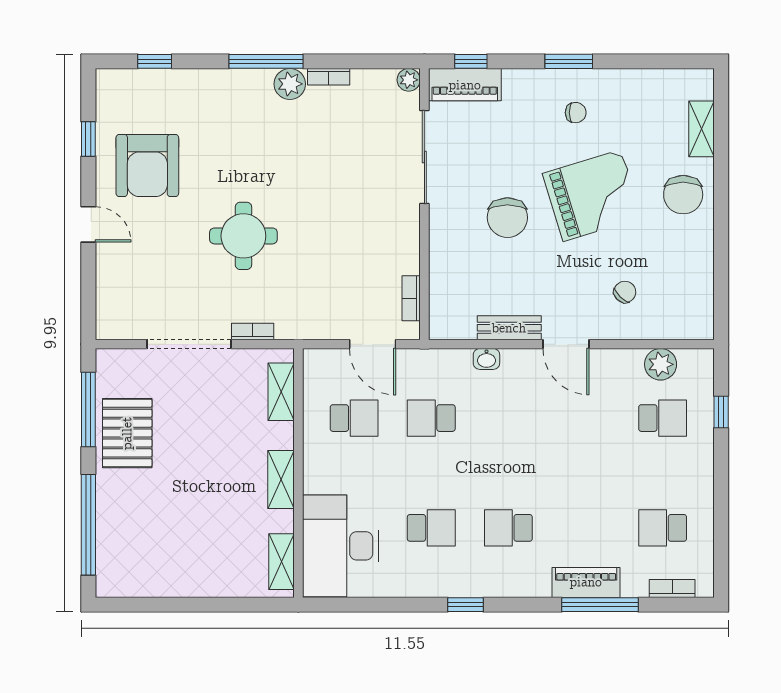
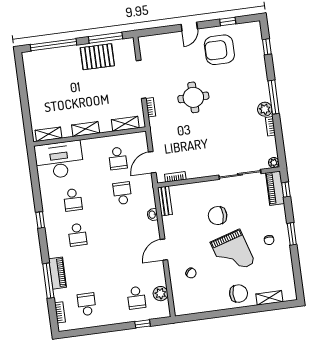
chair: (683, 195) -> (239, 294), turned 180
bench: (509, 328) -> (165, 201), moved
school desk: (508, 528) -> (77, 235), turned 180

